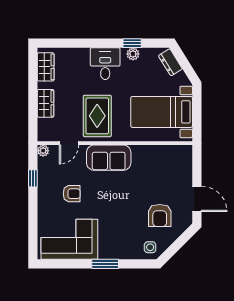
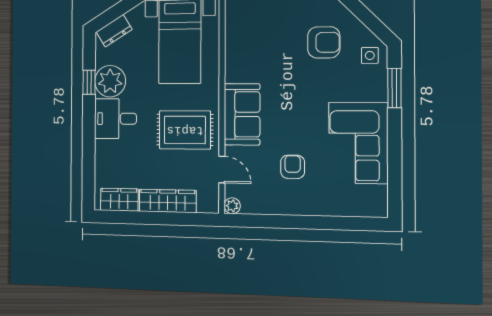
plant: (133, 54) -> (110, 81), width x1.87, depth x1.87
wardrobe: (46, 103) -> (168, 201), width x1.50
window: (33, 178) -> (271, 221), removed
corner sofa: (69, 239) -> (358, 143), moved
window: (105, 264) -> (394, 88), moved

